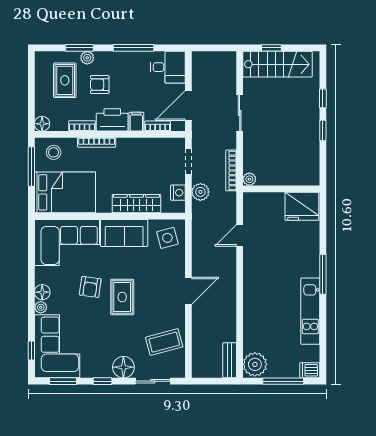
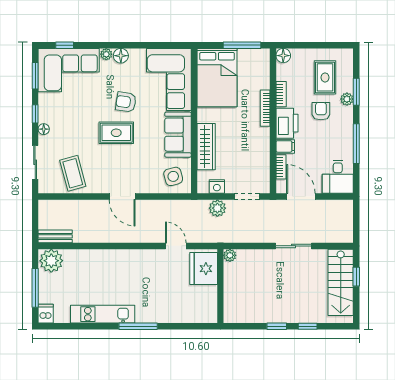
rug: (65, 80) -> (325, 77), turned 90
stool: (54, 152) -> (256, 67), removed
bookcase: (231, 170) -> (238, 238), removed
fridge: (302, 206) -> (204, 269), moved
floor lamp: (123, 367) -> (44, 129), width x0.53, depth x0.53

